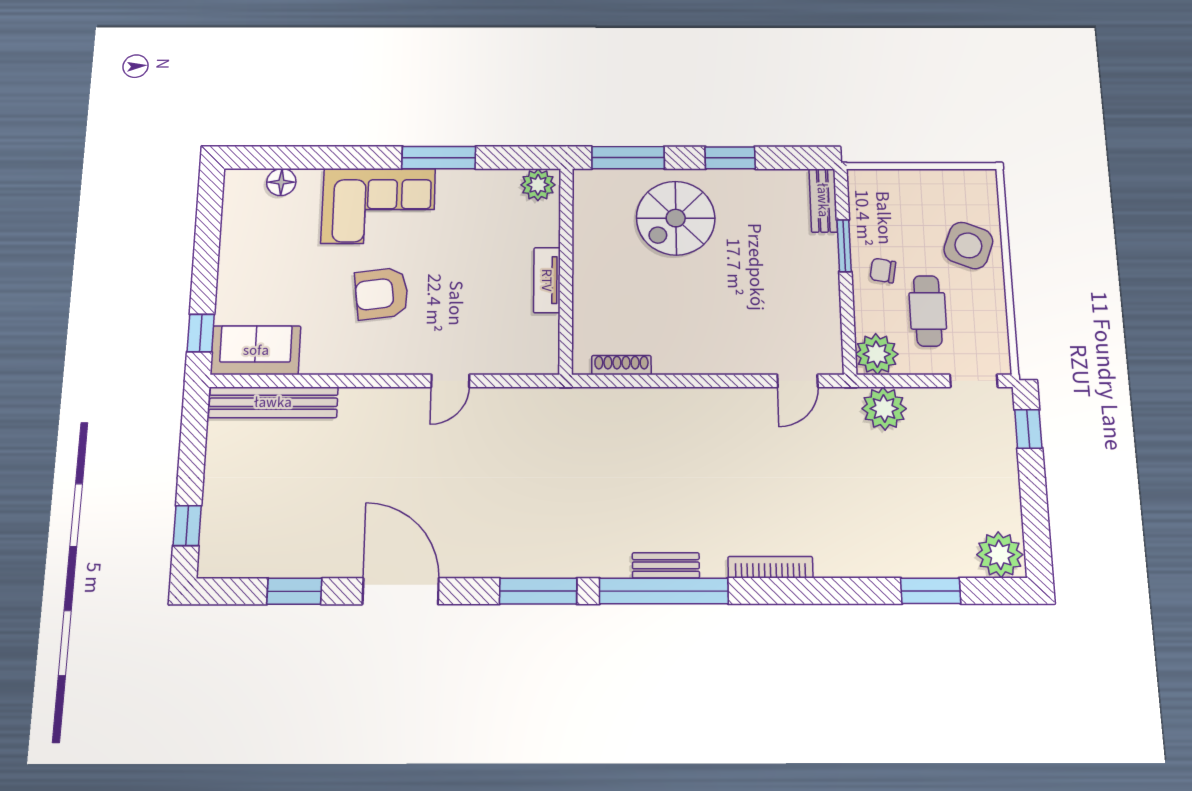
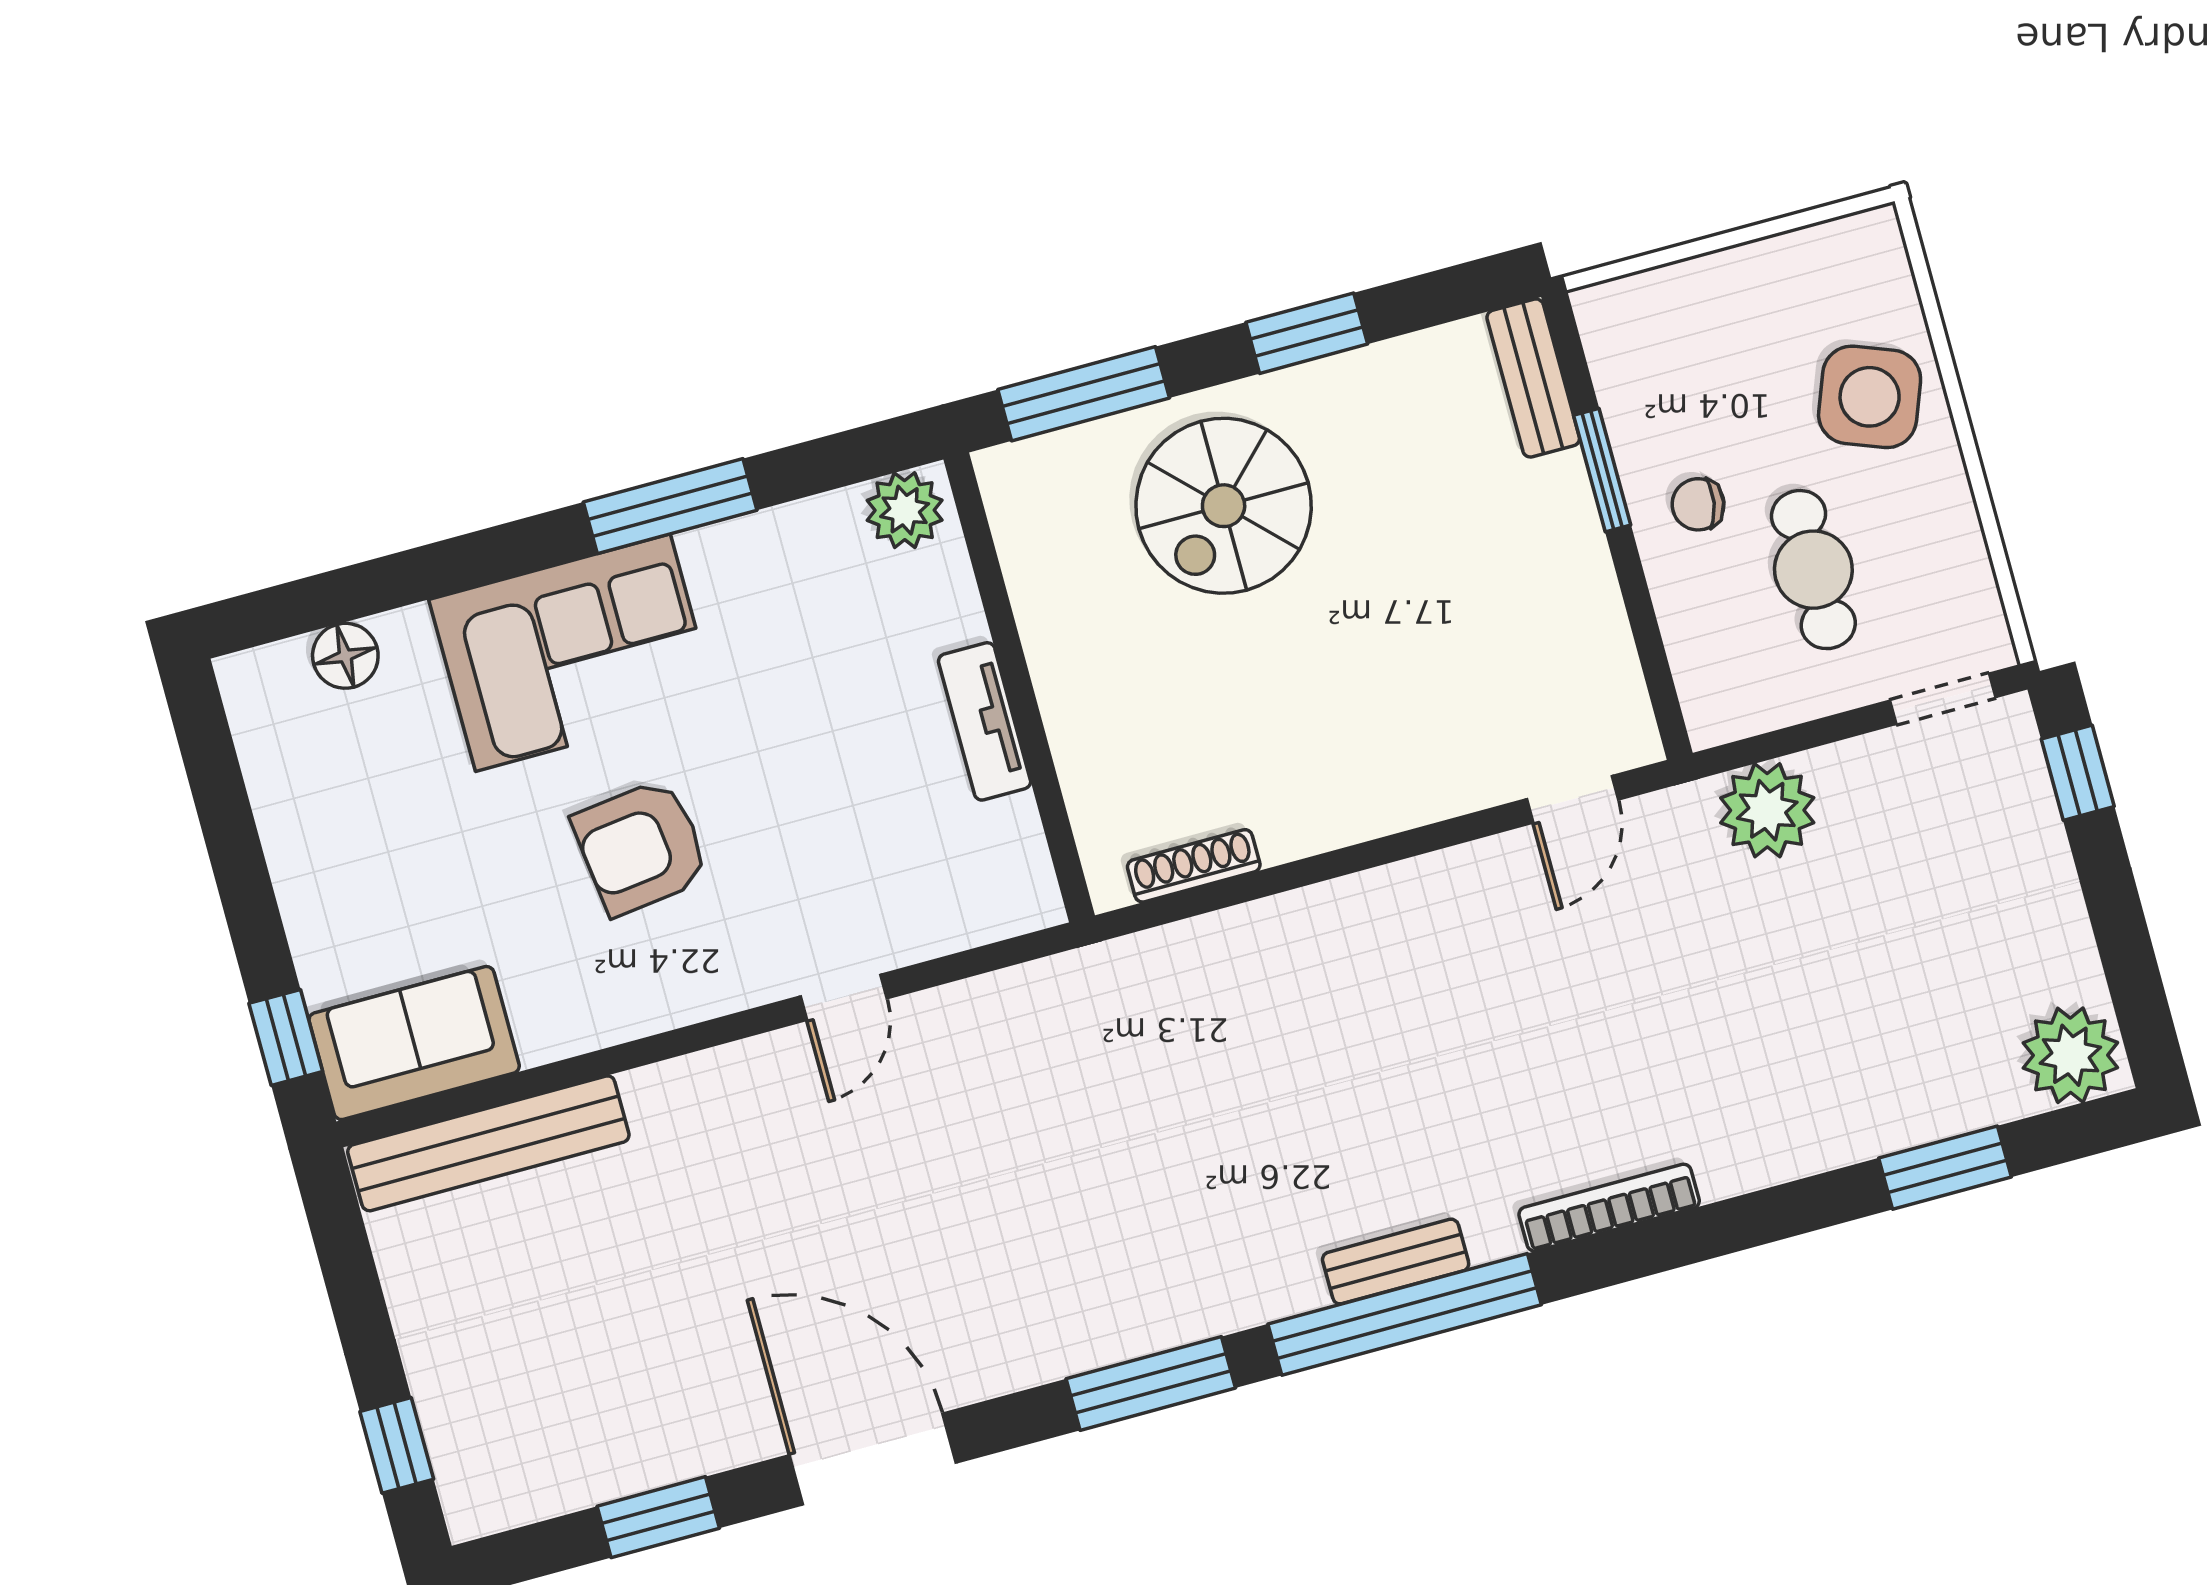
plant: (877, 354) -> (1726, 695), removed

